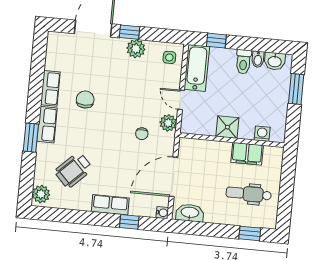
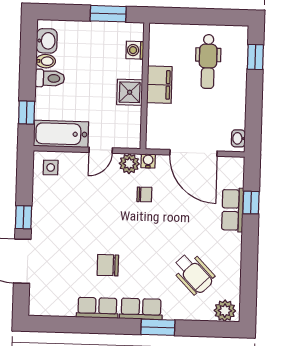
plant: (136, 49) -> (43, 208), removed
window: (296, 89) -> (108, 14), moved
filing cabinet: (247, 154) -> (159, 85), moved
row of seats: (110, 205) -> (233, 210), moved
water cooler: (162, 213) -> (148, 161), moved
washbasin: (190, 213) -> (238, 138), width x0.52, depth x0.69

